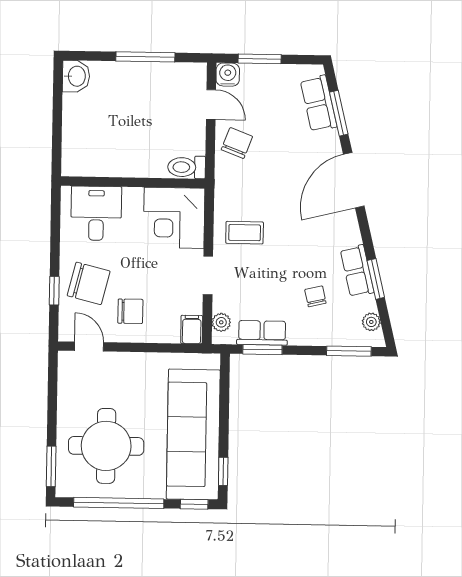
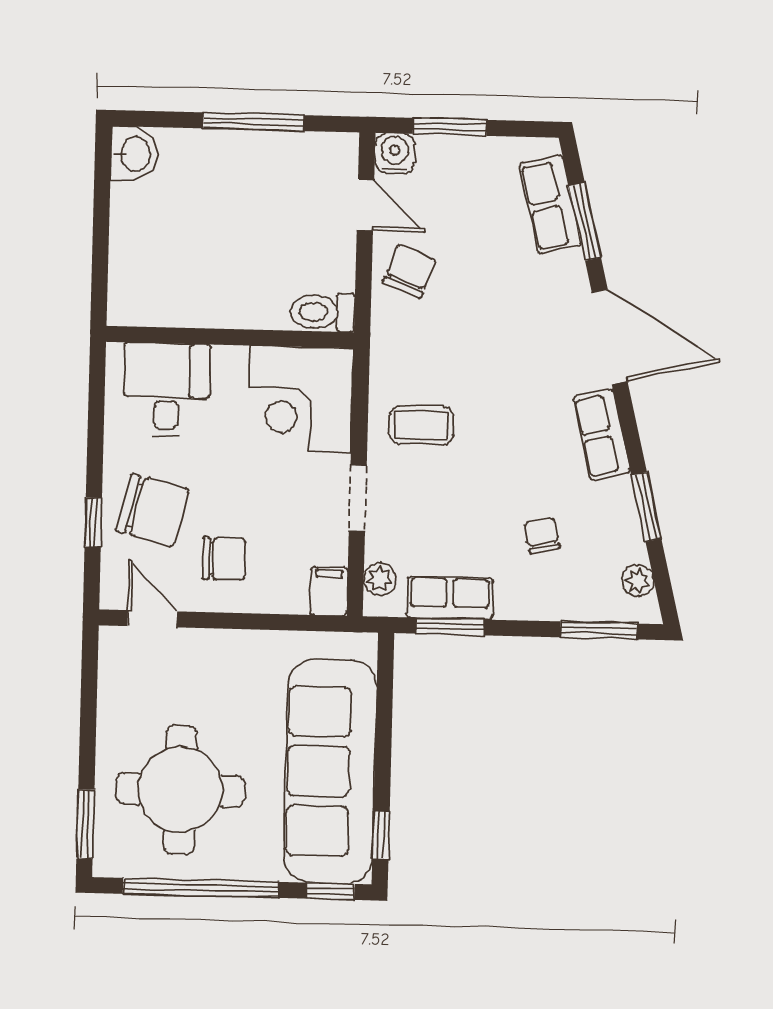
door: (354, 180) -> (610, 337), swing flipped
row of seats: (357, 271) -> (602, 435), moved

